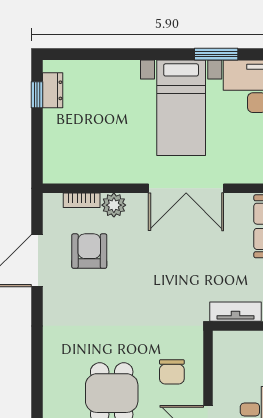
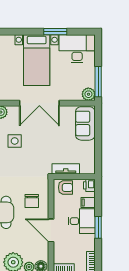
side table: (140, 259) -> (15, 141), added
armchair: (235, 346) -> (65, 187), added

